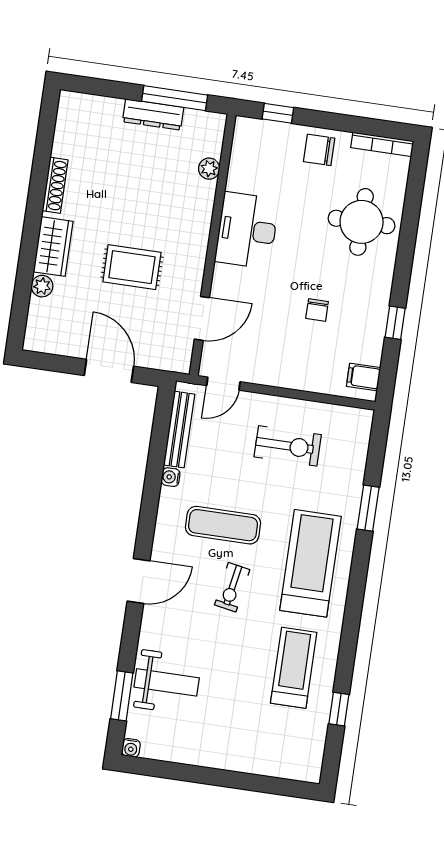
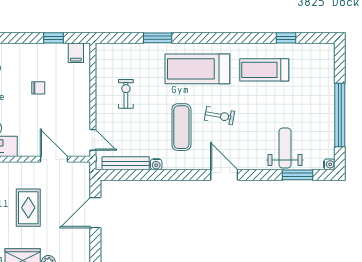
window: (395, 323) -> (53, 38), moved
exercise bike: (288, 446) -> (126, 94), width x0.73, depth x0.72
window: (206, 776) -> (340, 115), added

